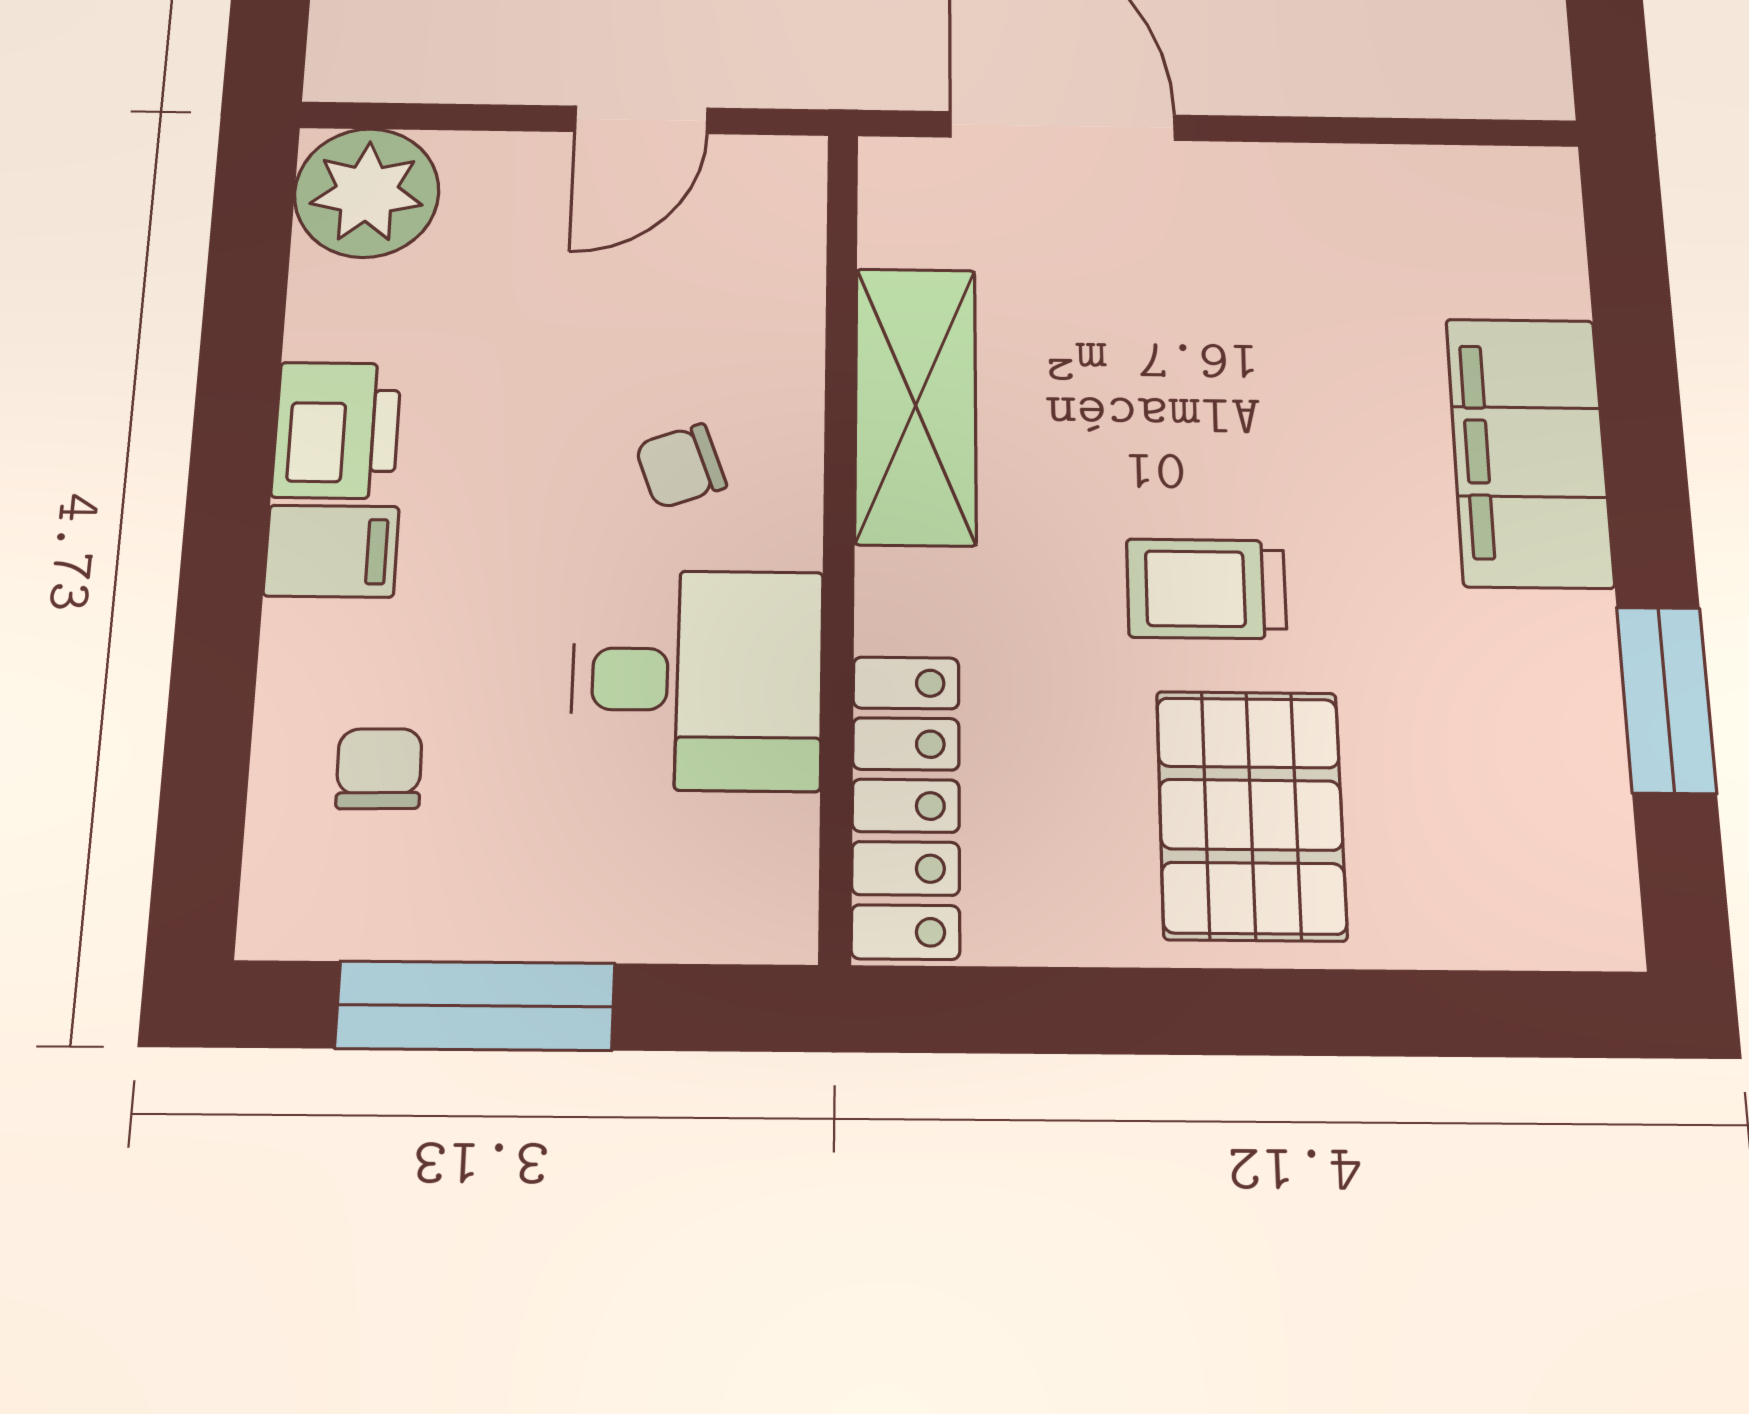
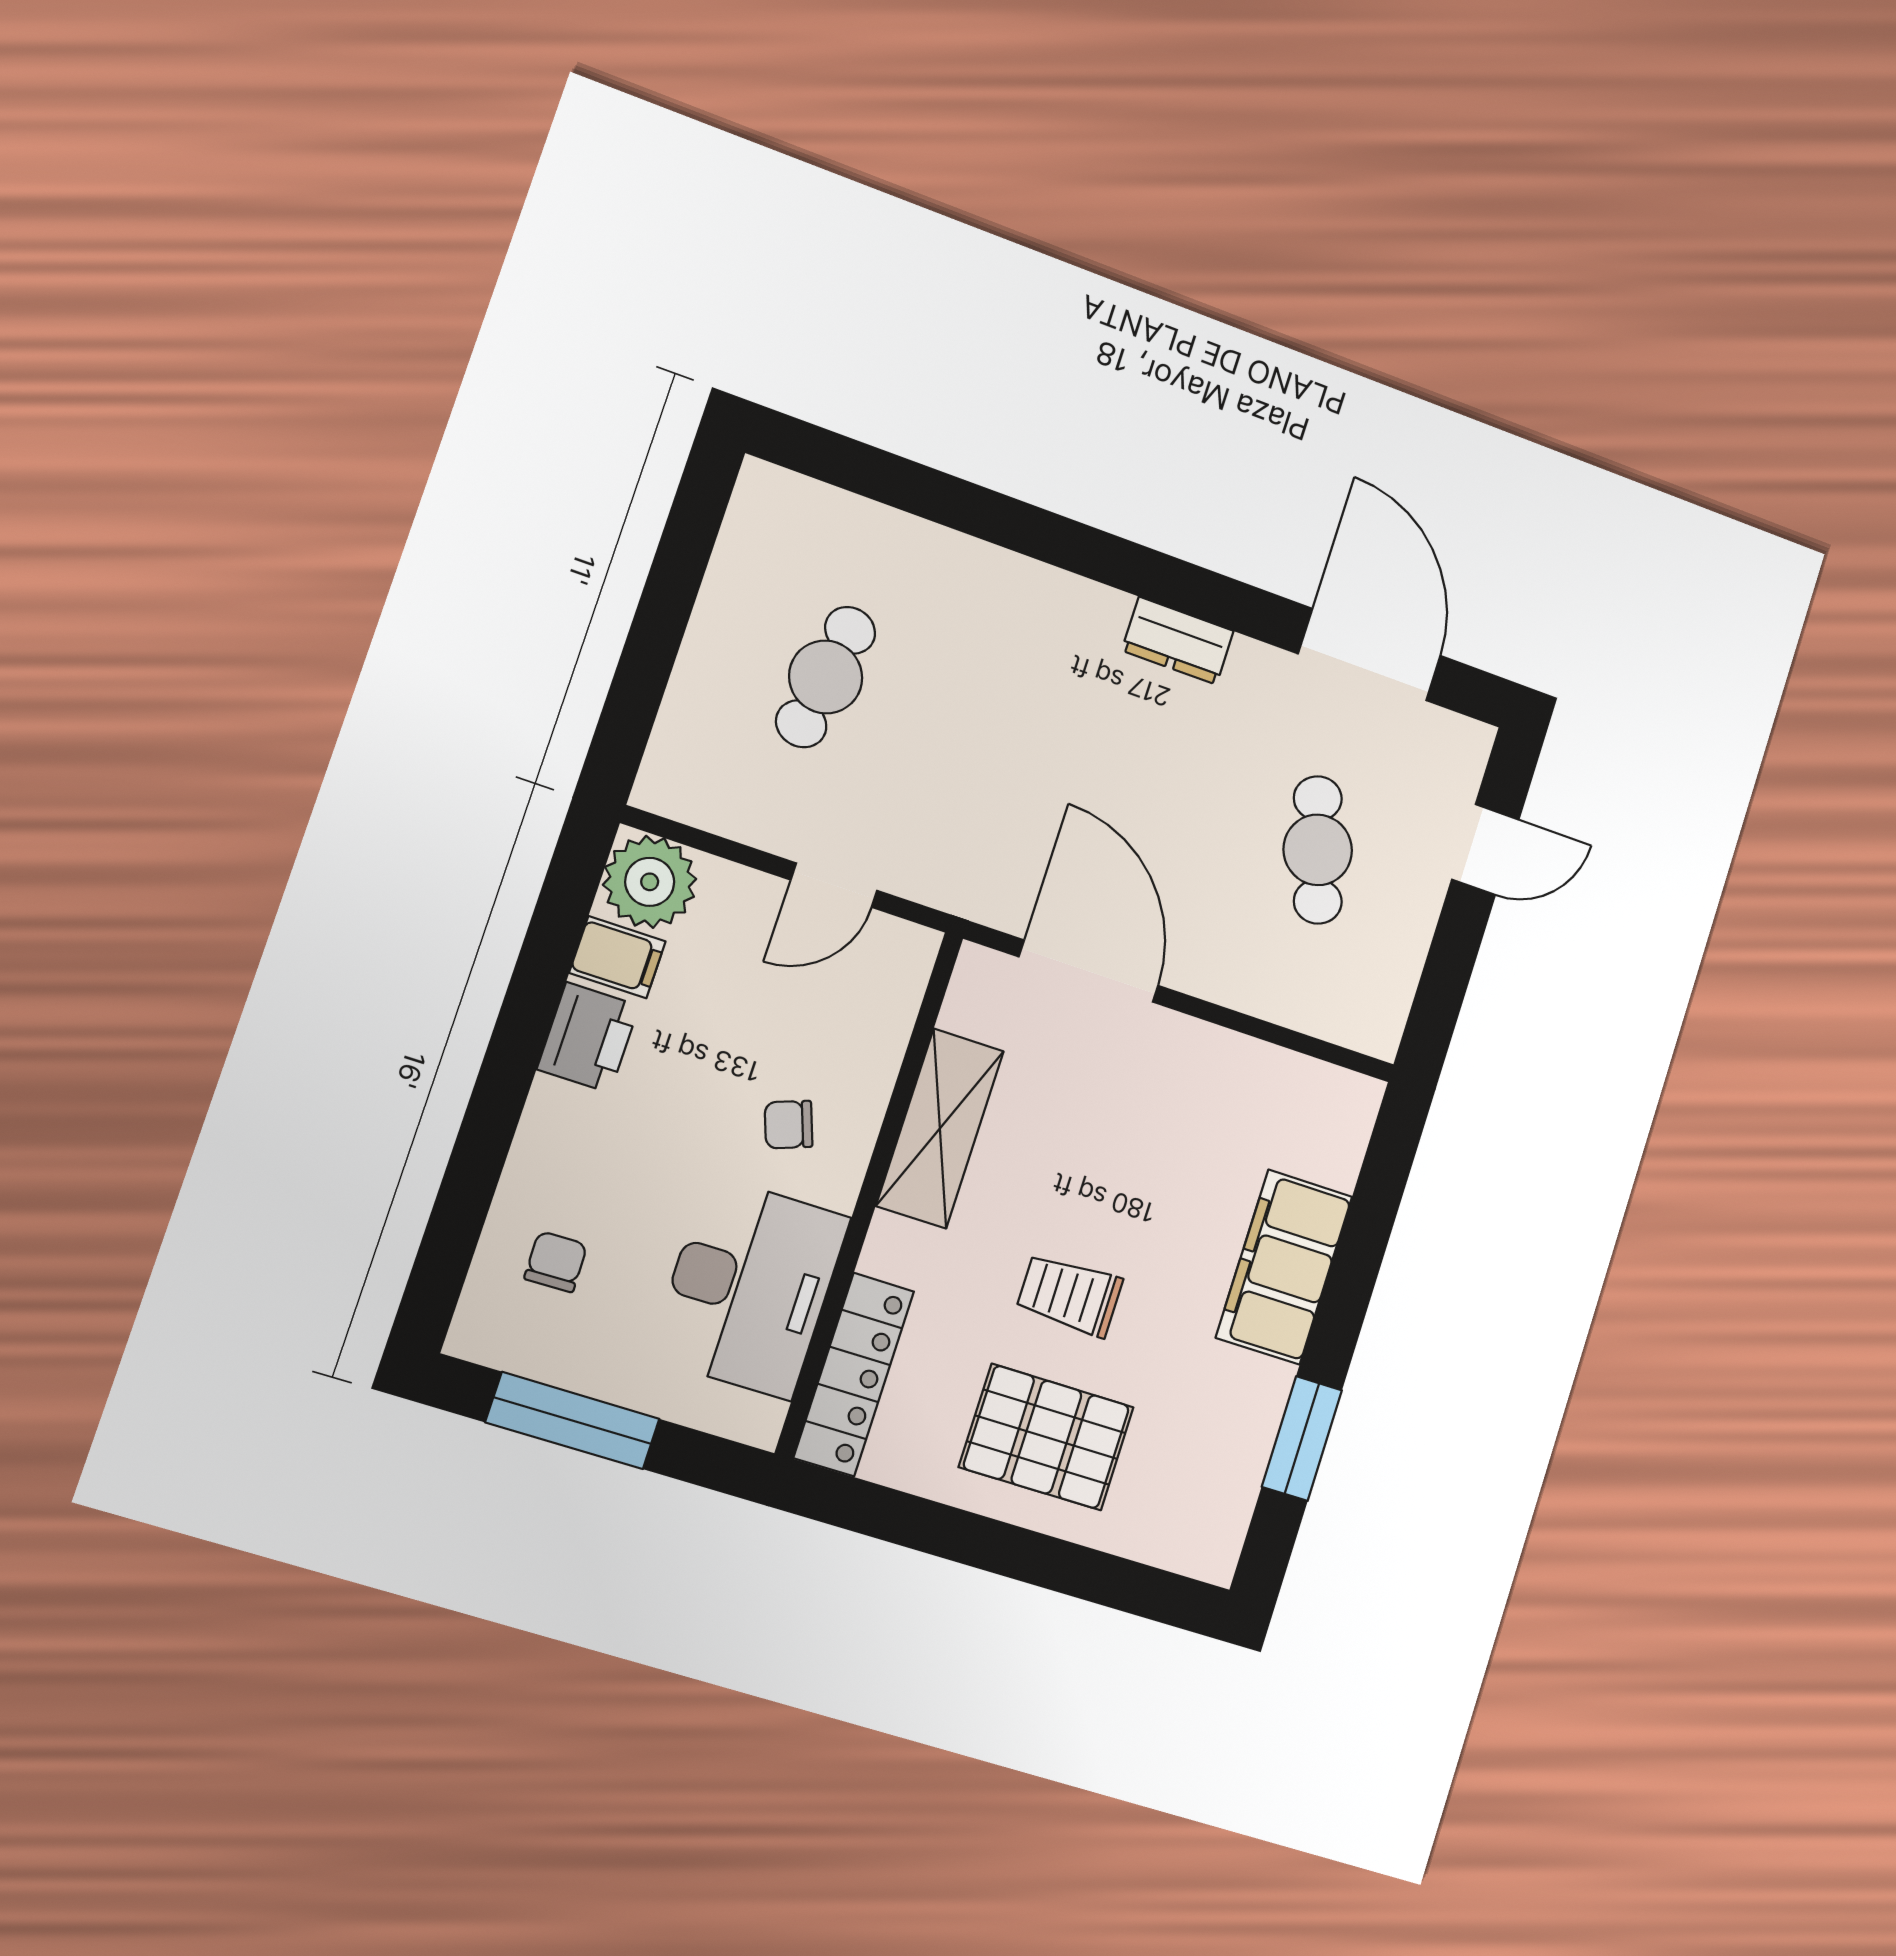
filing cabinet: (331, 551) -> (617, 957), moved
desk: (697, 680) -> (749, 1287), width x1.37
pallet: (1251, 815) -> (1046, 1437), turned 90

